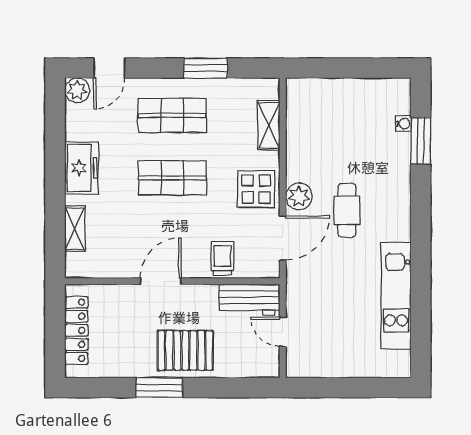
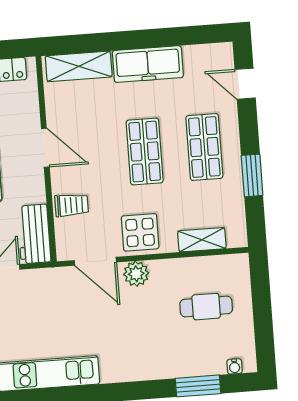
plant: (77, 90) -> (222, 54), removed
water cooler: (403, 124) -> (235, 366), moved
freezer: (81, 168) -> (148, 64), width x1.40
cafe table: (347, 210) -> (206, 307), moved
shelving: (75, 229) -> (79, 66), width x1.50, depth x1.33

